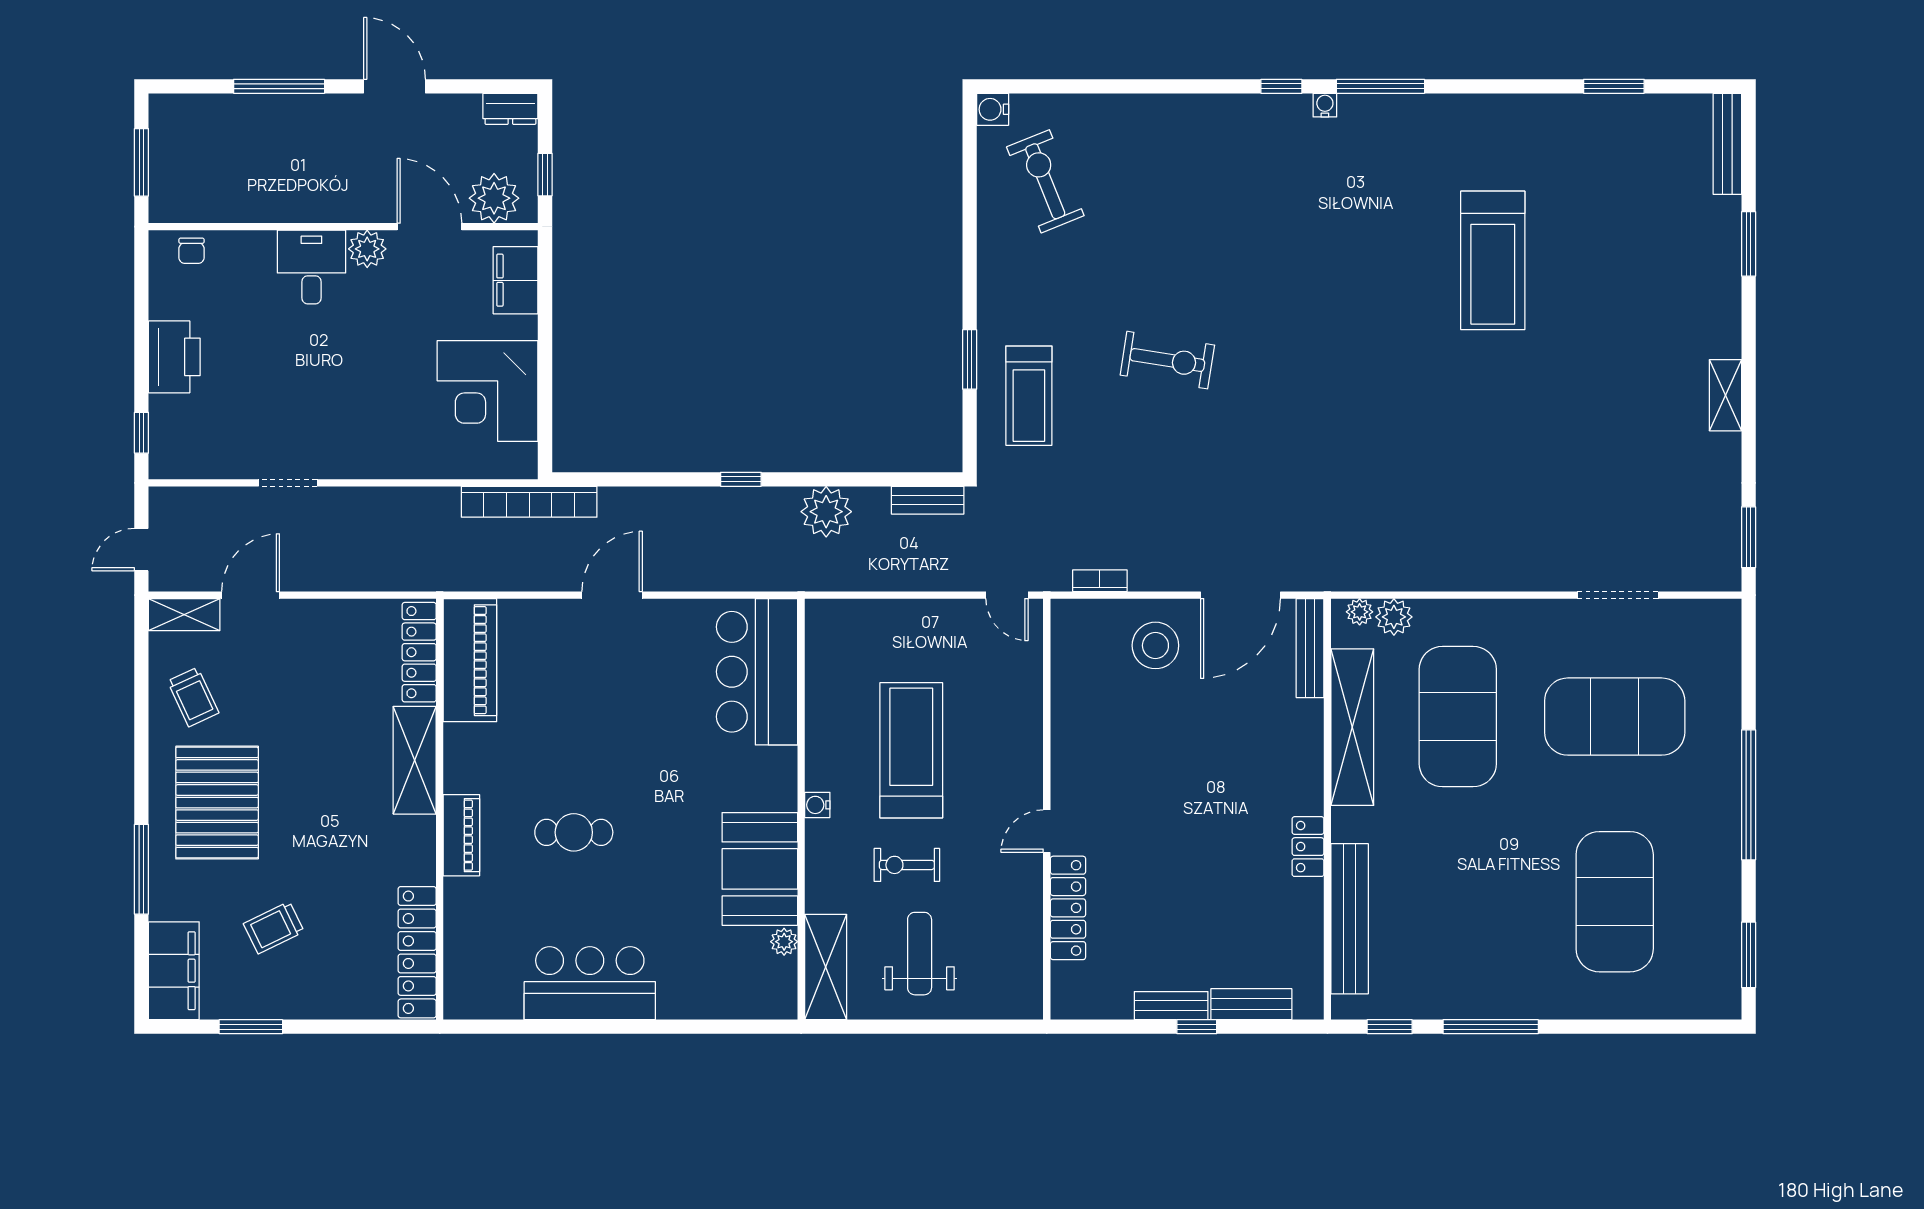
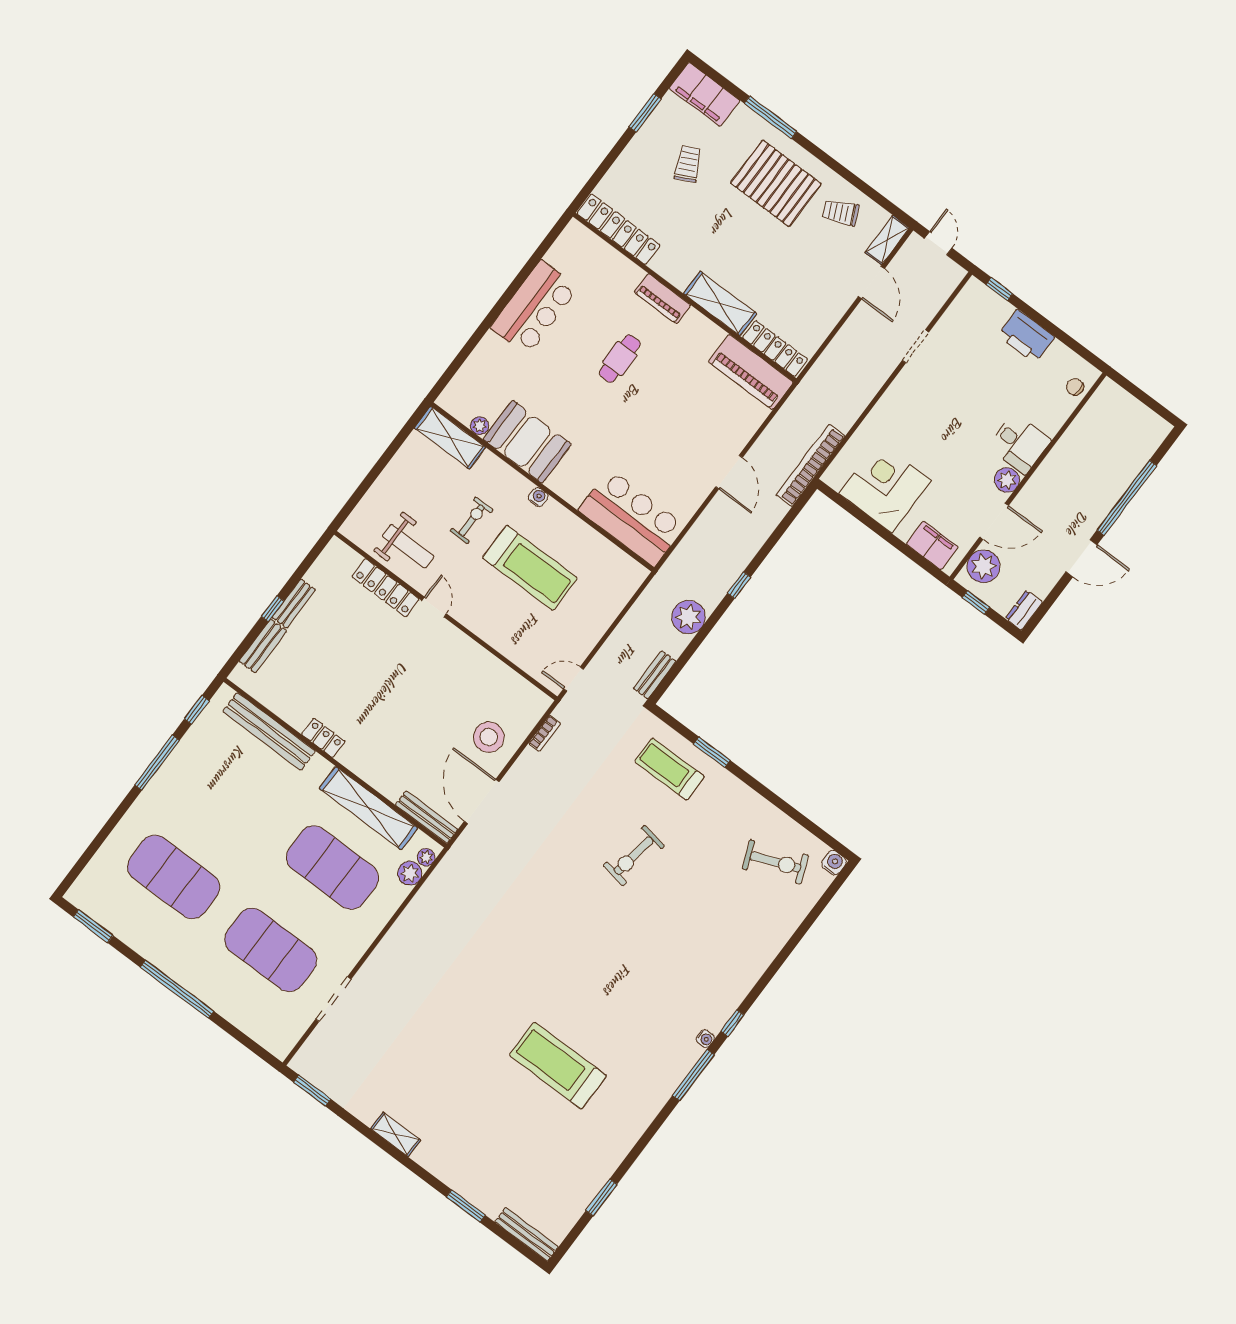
window: (279, 86) -> (1127, 498), width x1.46
window: (141, 162) -> (1141, 396), removed
exercise mat: (1615, 717) -> (271, 950), turned 90
weight bench: (920, 954) -> (408, 546), moved

